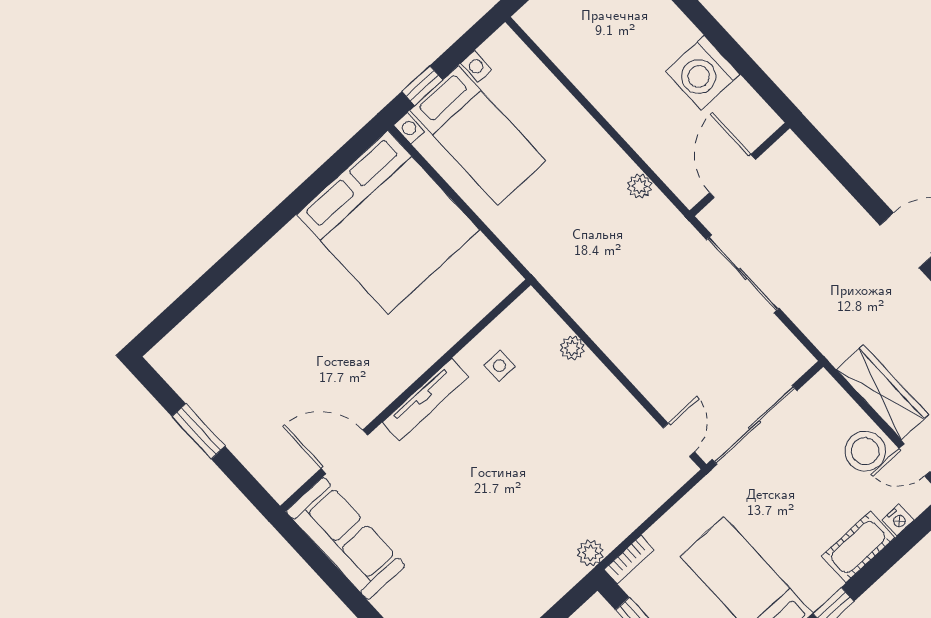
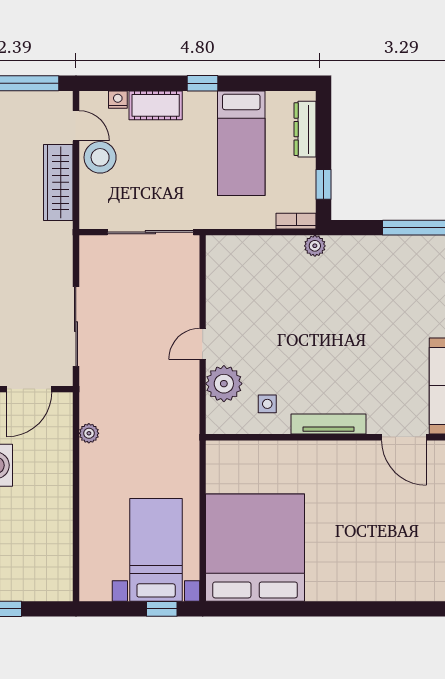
plant: (572, 348) -> (224, 384), width x1.88, depth x1.88
door: (679, 440) -> (203, 344), moved

